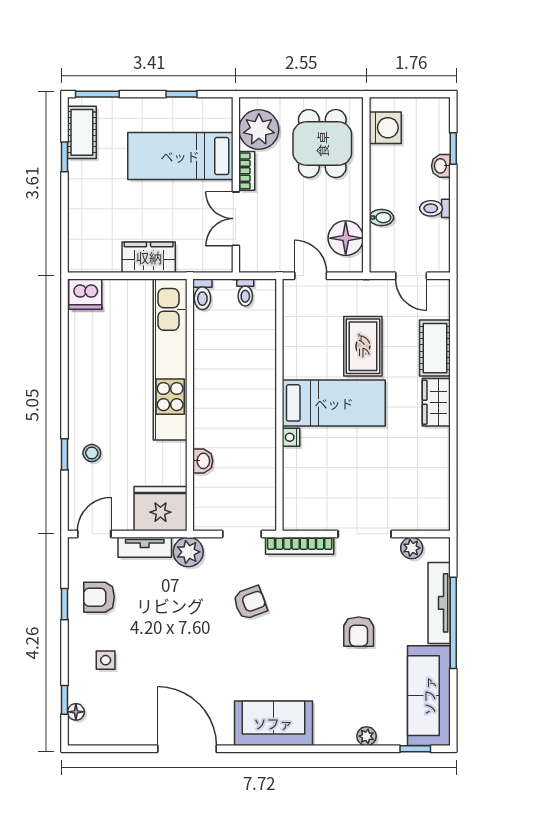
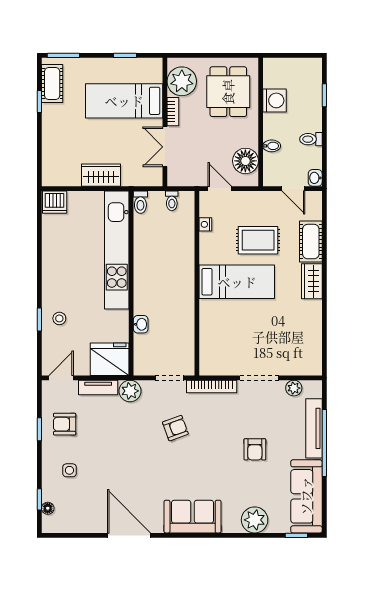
washing machine: (385, 128) -> (274, 100), moved
washbasin: (441, 166) -> (315, 178), moved
rug: (363, 346) -> (258, 240), turned 90
nightstand: (291, 437) -> (205, 224), moved
plant: (367, 736) -> (255, 520), width x1.88, depth x1.88

